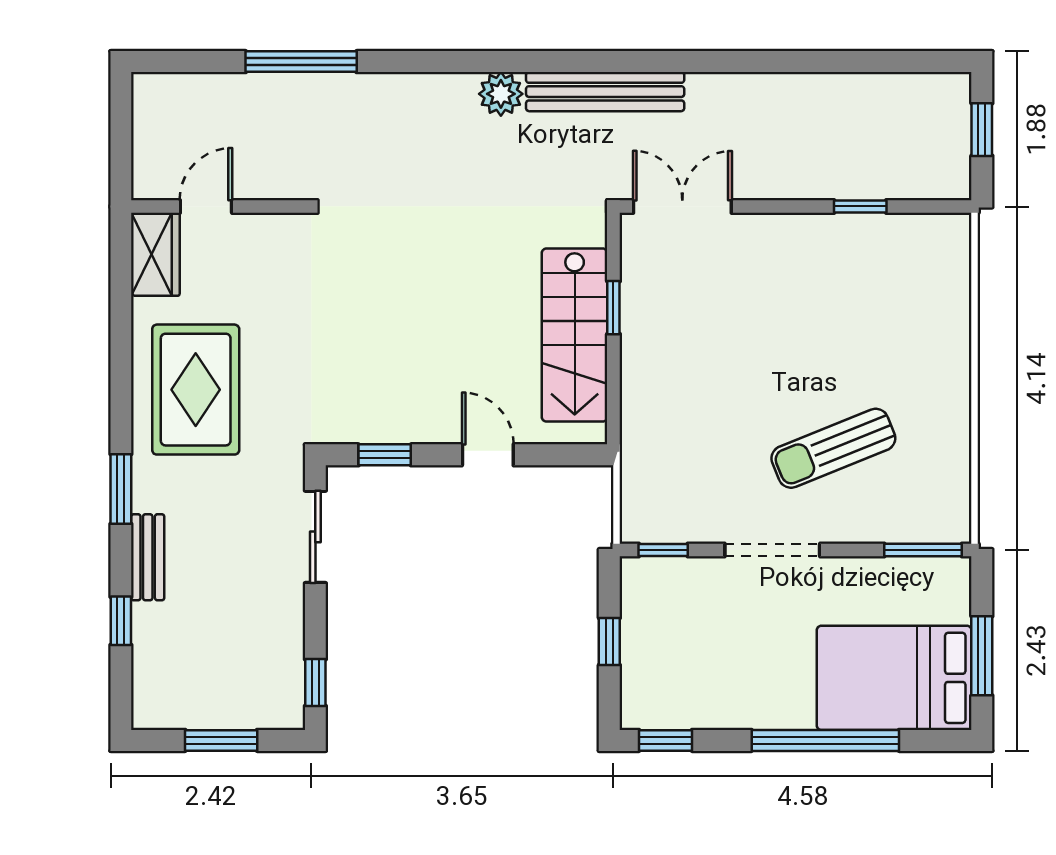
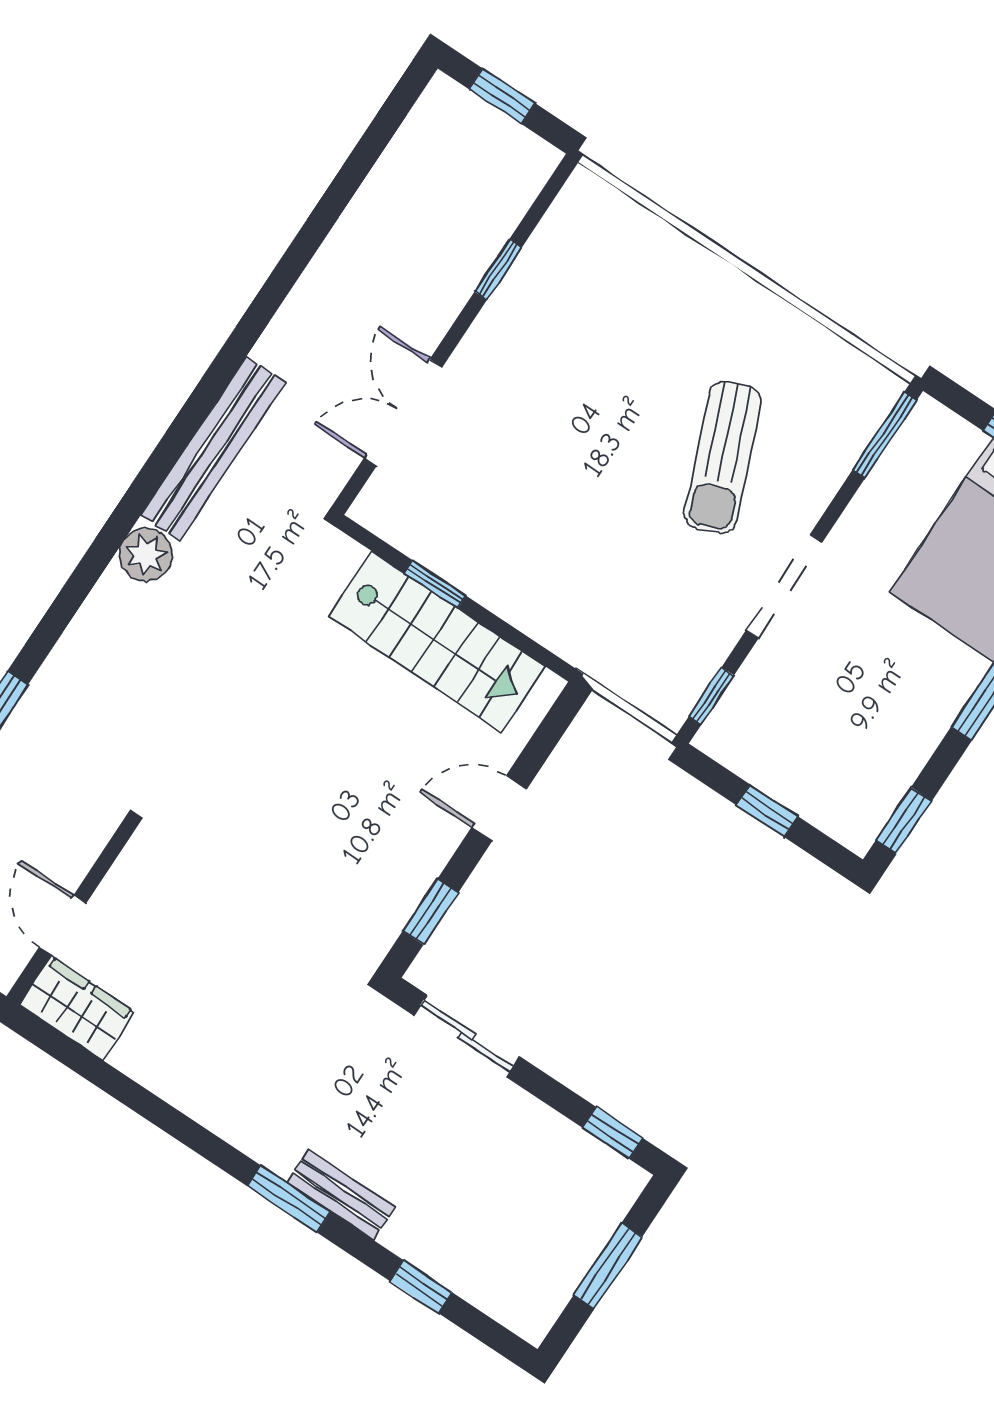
double door: (682, 206) -> (403, 413), moved
rug: (196, 390) -> (239, 1058), removed
bench: (148, 557) -> (341, 1195), moved

